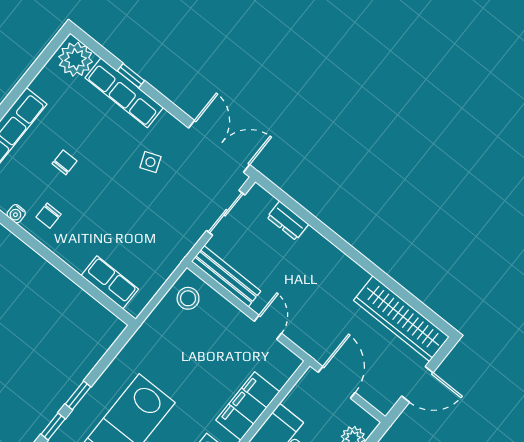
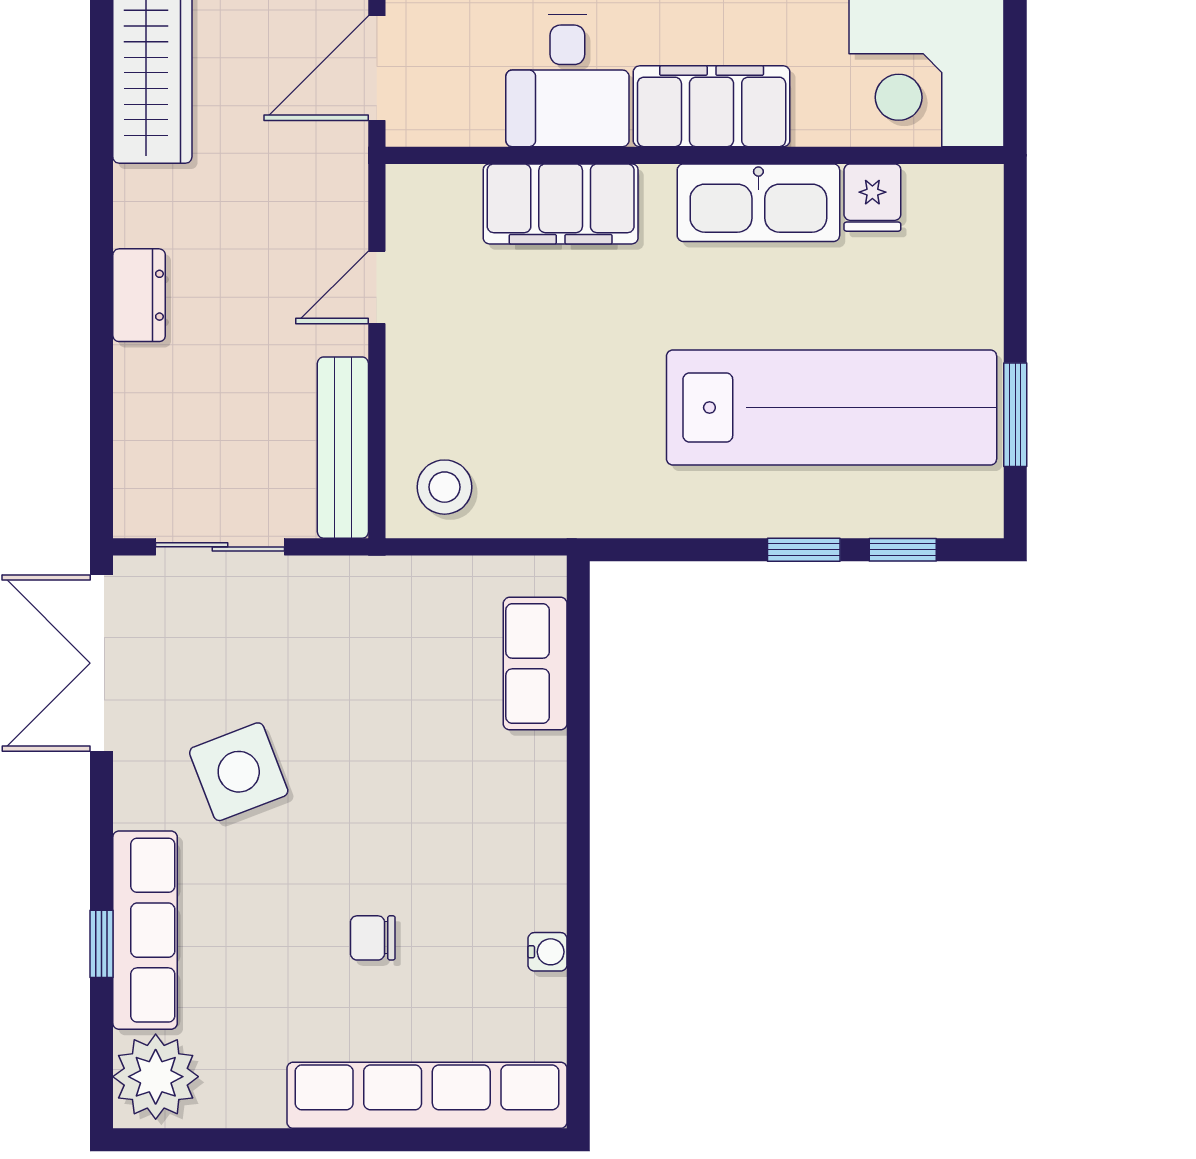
side table: (150, 162) -> (239, 772), width x1.87, depth x1.87
chair: (49, 216) -> (501, 886), removed
dresser: (288, 221) -> (139, 295), moved

